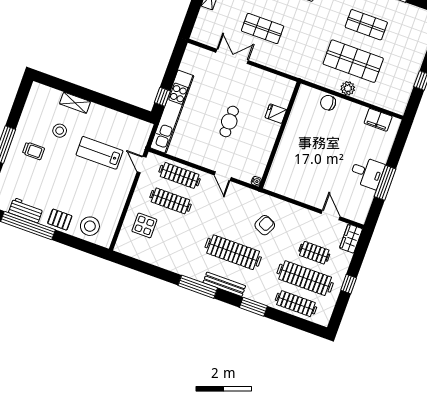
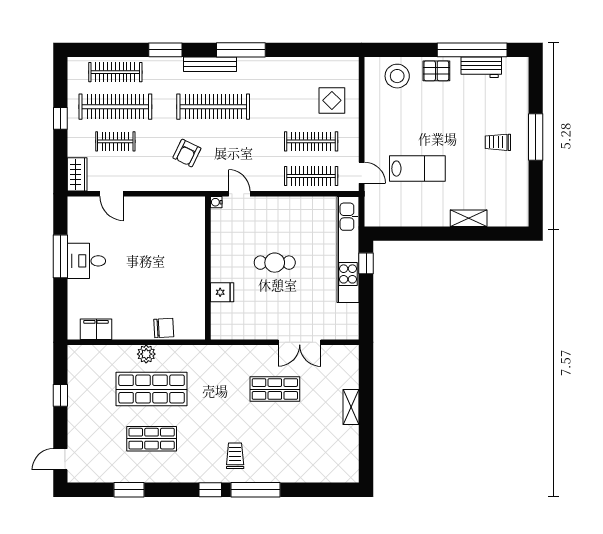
cafe table: (229, 121) -> (275, 263), turned 90
stool: (60, 131) -> (475, 178), removed
door: (223, 176) -> (239, 194), moved

